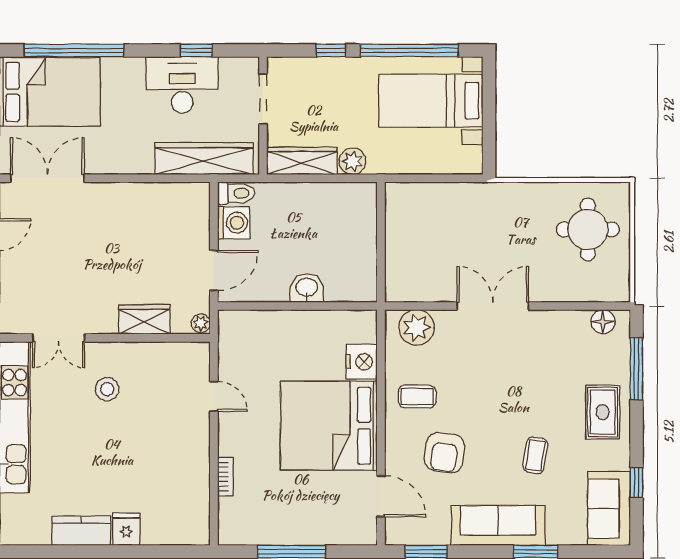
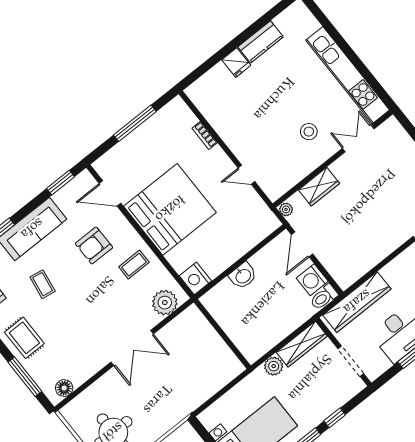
nightstand: (362, 362) -> (195, 278), moved
armchair: (445, 453) -> (94, 245), turned -98

